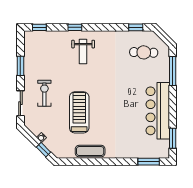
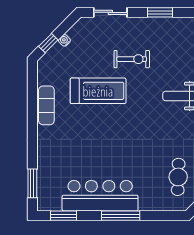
window: (173, 71) -> (121, 216), moved
exercise bike: (44, 93) -> (132, 59), moved

